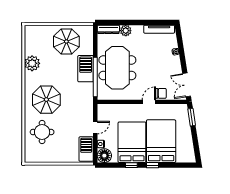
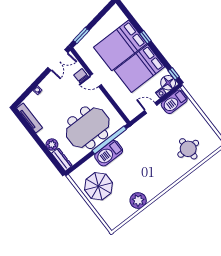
parasol: (46, 100) -> (159, 166), removed
window: (131, 165) -> (174, 74), moved

